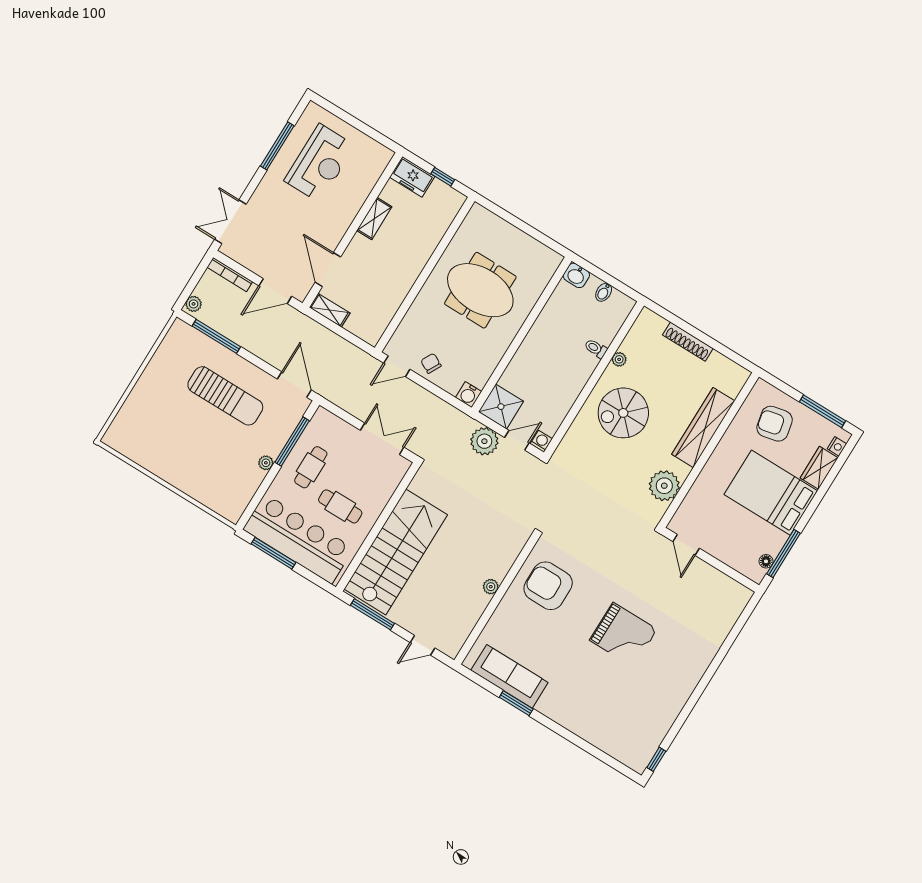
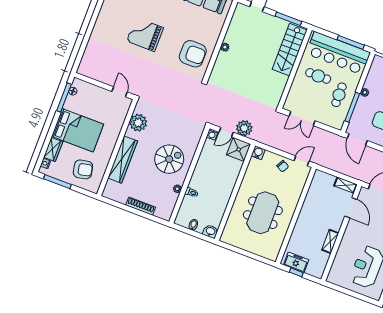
freezer: (412, 177) -> (296, 262), moved
meeting table: (480, 290) -> (263, 213), turned 90
stairs: (396, 552) -> (290, 50), width x0.73, depth x0.66

